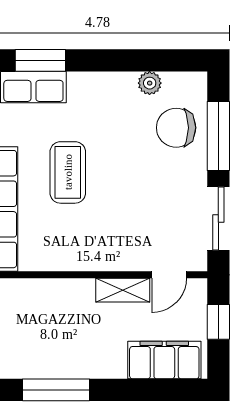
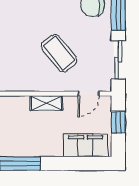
coffee table: (68, 172) -> (59, 53), moved, turned -39
shelving: (123, 290) -> (46, 103), moved

